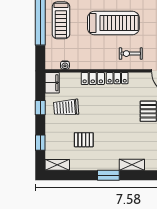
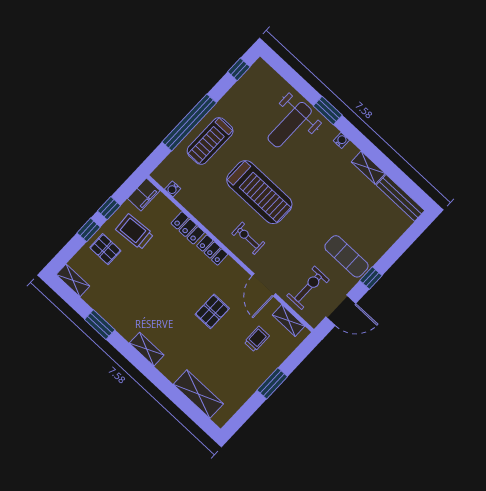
pallet: (84, 140) -> (105, 249), moved
window: (40, 143) -> (89, 230), moved
window: (108, 175) -> (100, 325), moved

